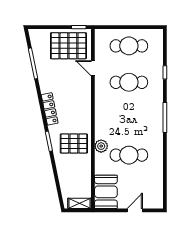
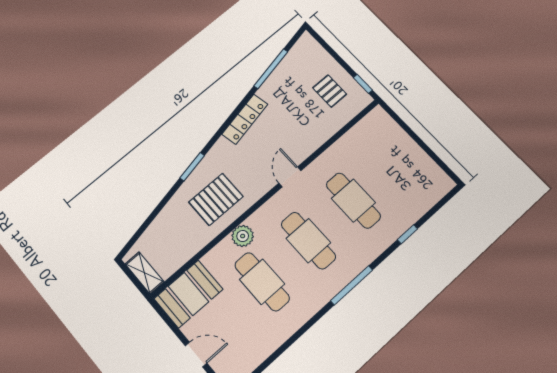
pallet: (68, 46) -> (330, 91), width x0.49, depth x0.50
cafe table: (129, 46) -> (308, 240), moved
door: (93, 68) -> (290, 177), moved
locker: (50, 109) -> (245, 119), moved
pallet: (74, 144) -> (216, 199), turned 90

